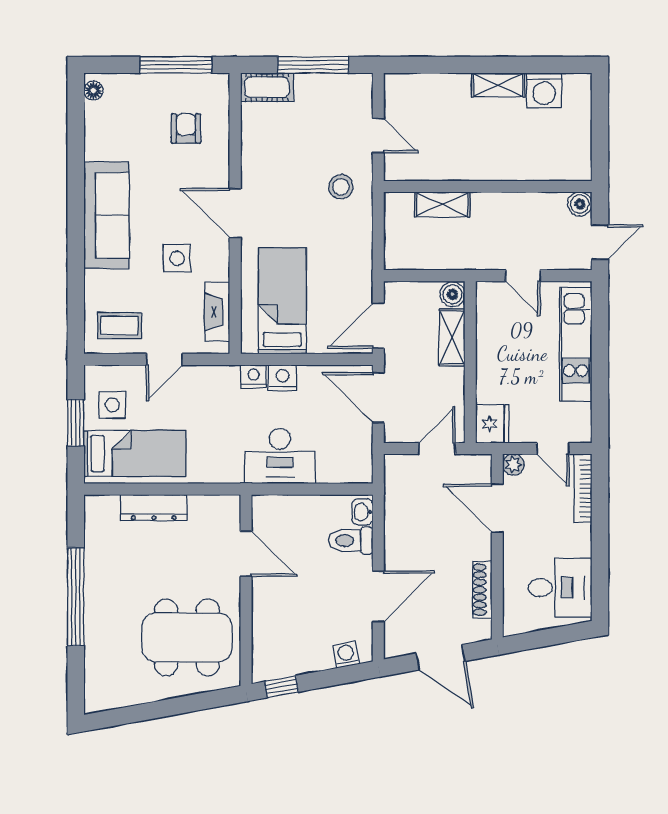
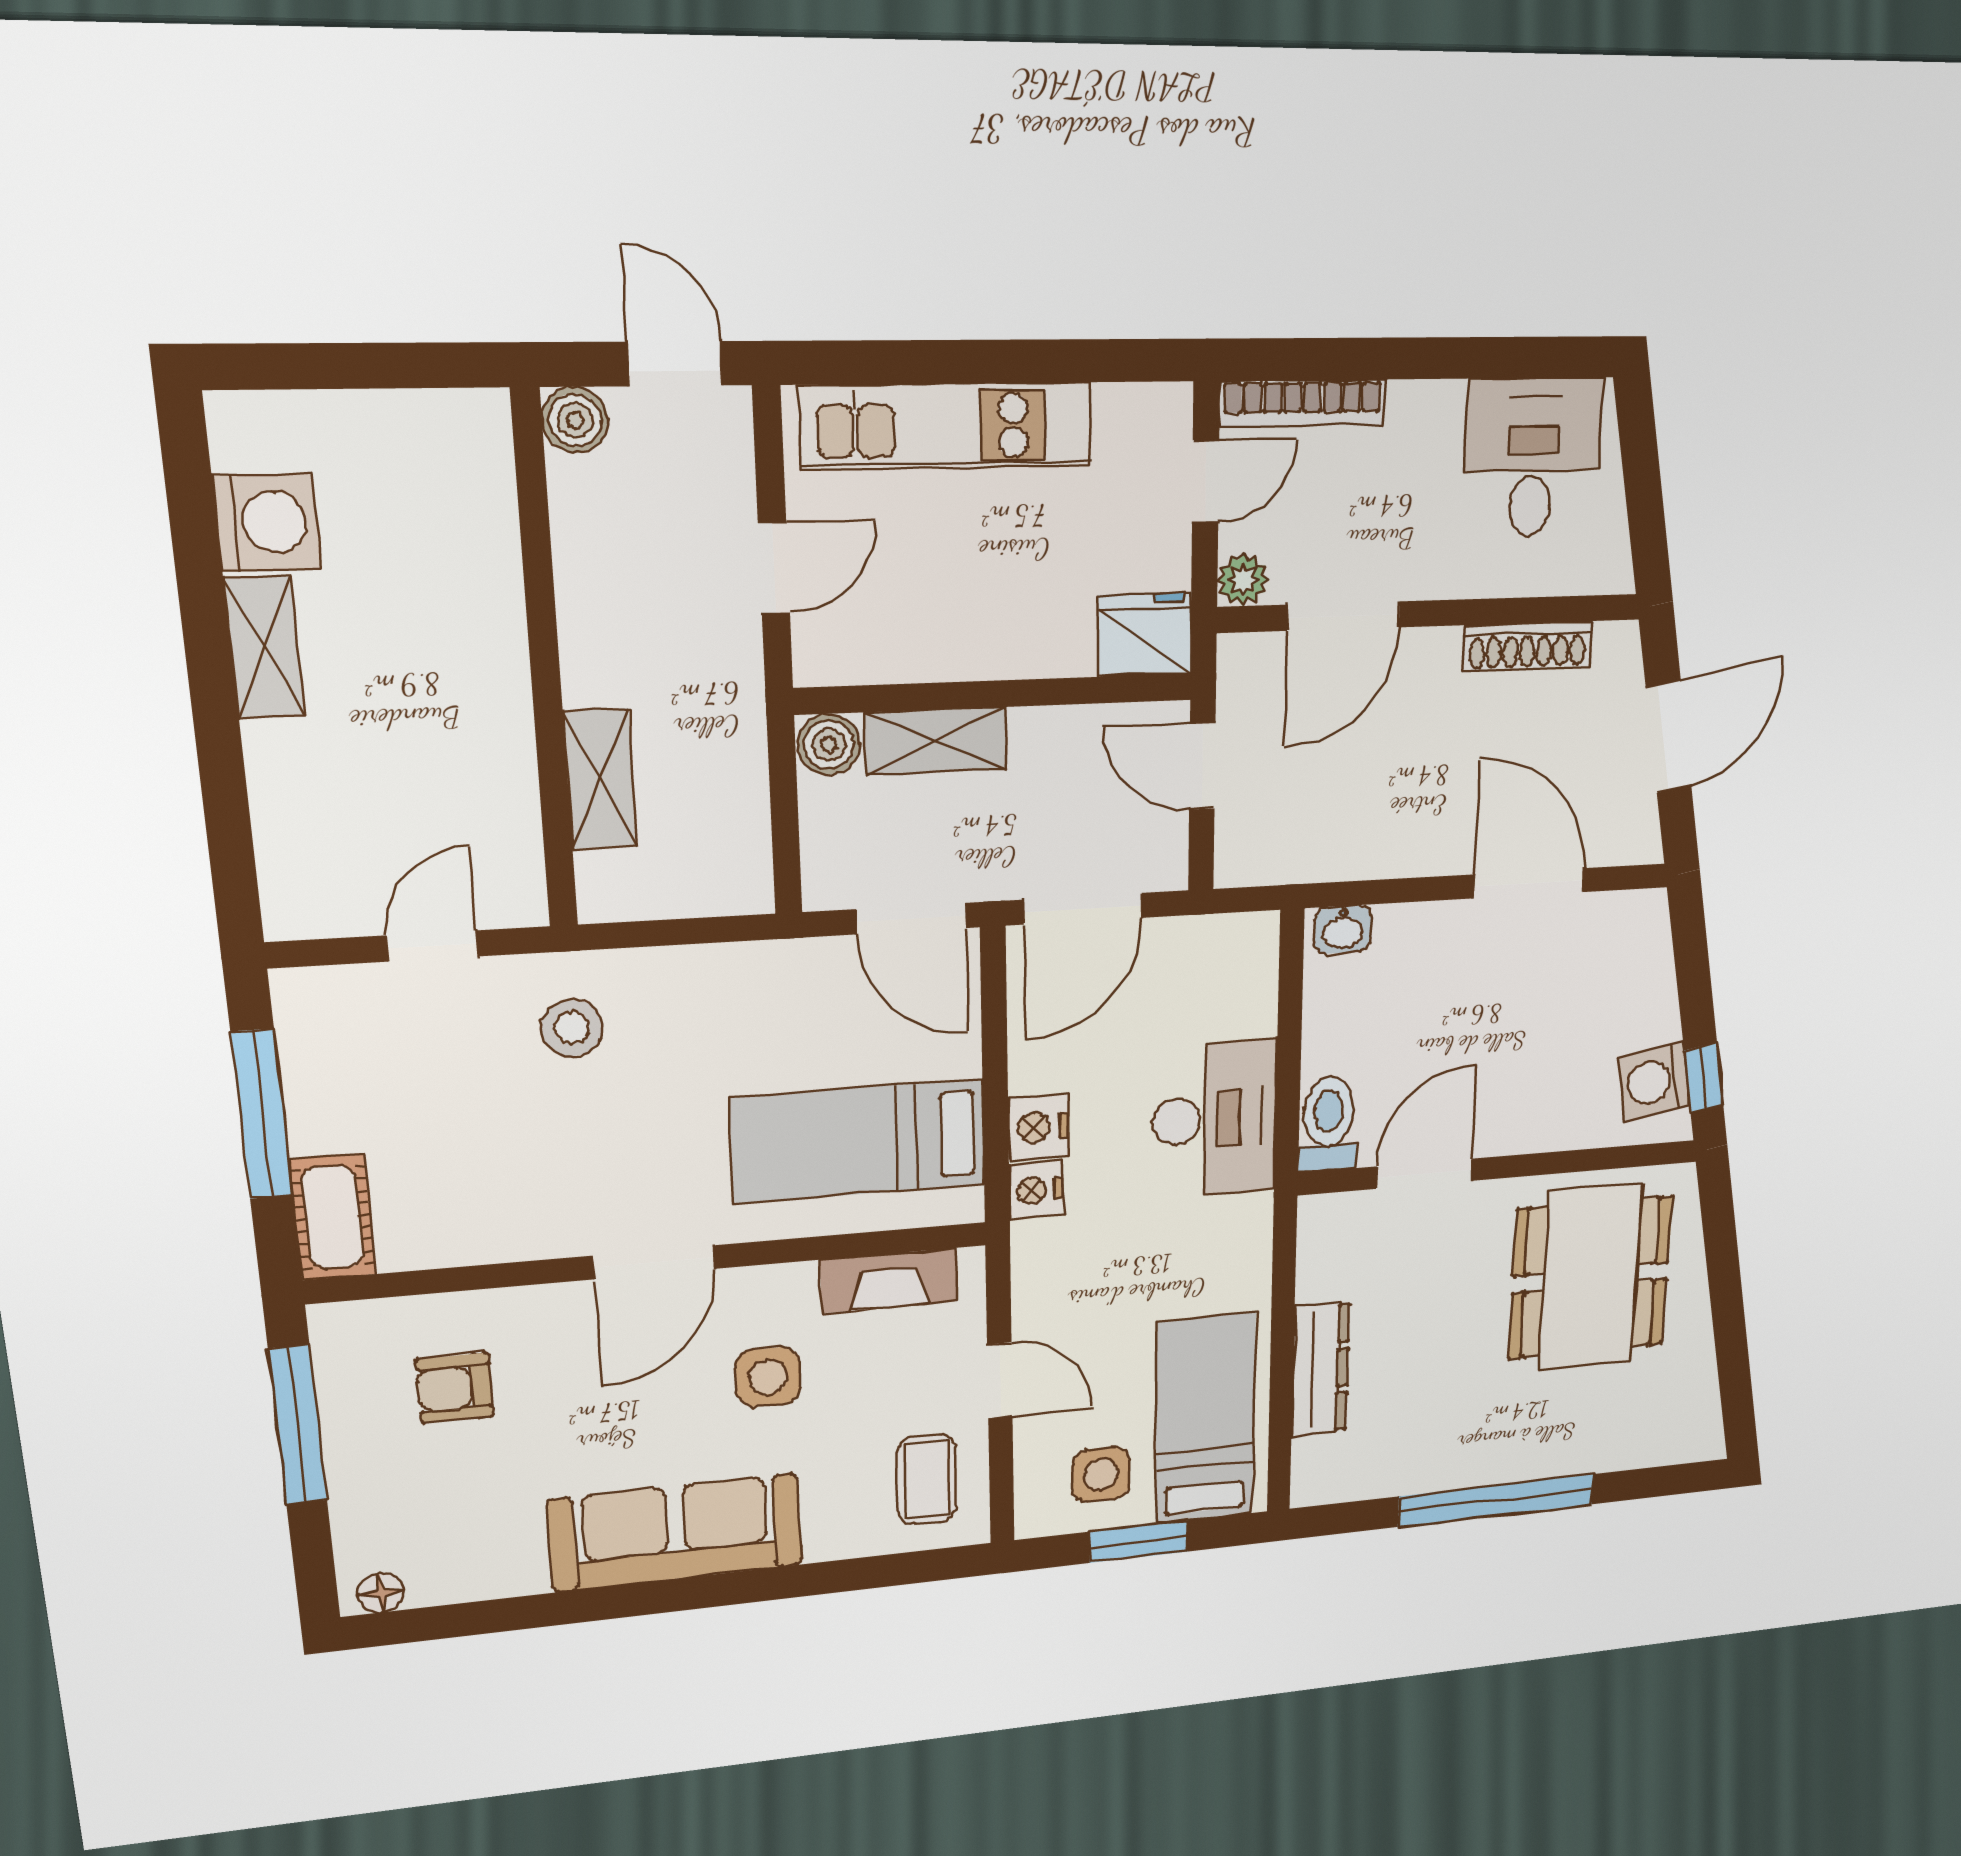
toilet: (351, 540) -> (1328, 1124), moved, turned 180
washing machine: (346, 655) -> (1654, 1081), moved, width x1.38, depth x1.38

